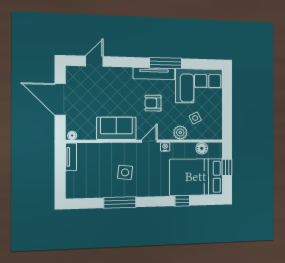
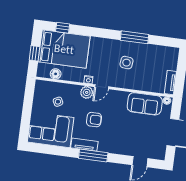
window: (166, 63) -> (93, 155), moved
tv unit: (154, 74) -> (84, 145), width x0.71
sofa: (116, 128) -> (145, 104), moved
plant: (180, 132) -> (87, 92), moved
window: (182, 201) -> (63, 28), moved

